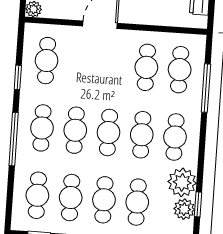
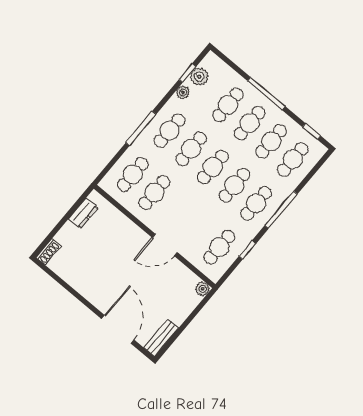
window: (206, 88) -> (141, 128), moved
plant: (182, 182) -> (183, 92), width x0.53, depth x0.53

